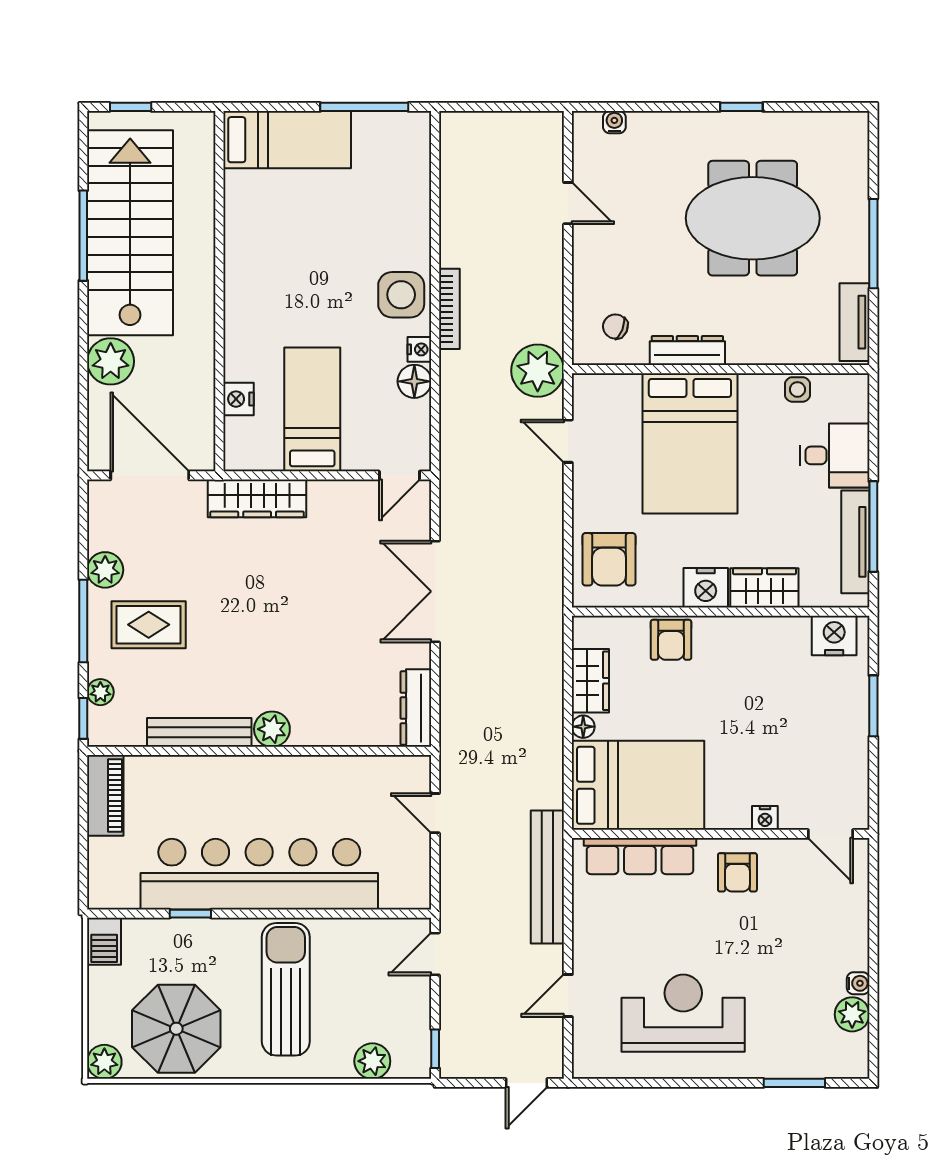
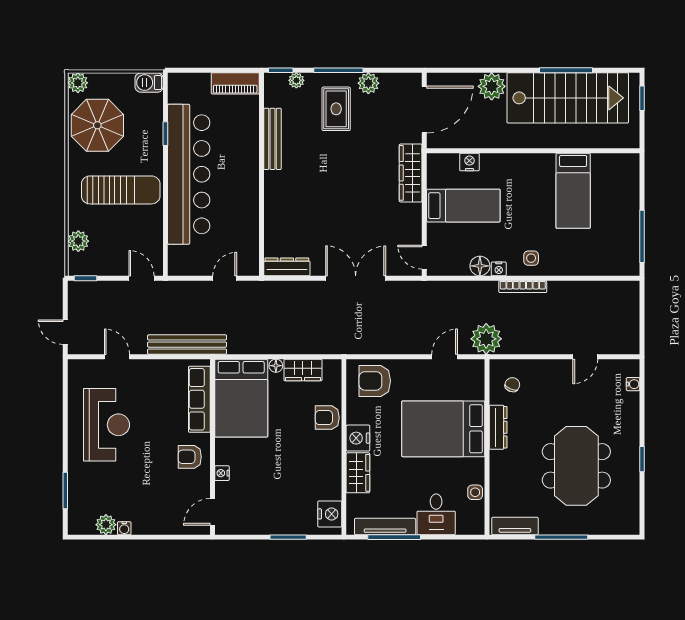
bed: (287, 140) -> (573, 191), moved
side table: (401, 295) -> (531, 258), width x0.54, depth x0.54
plant: (272, 729) -> (274, 182), removed

